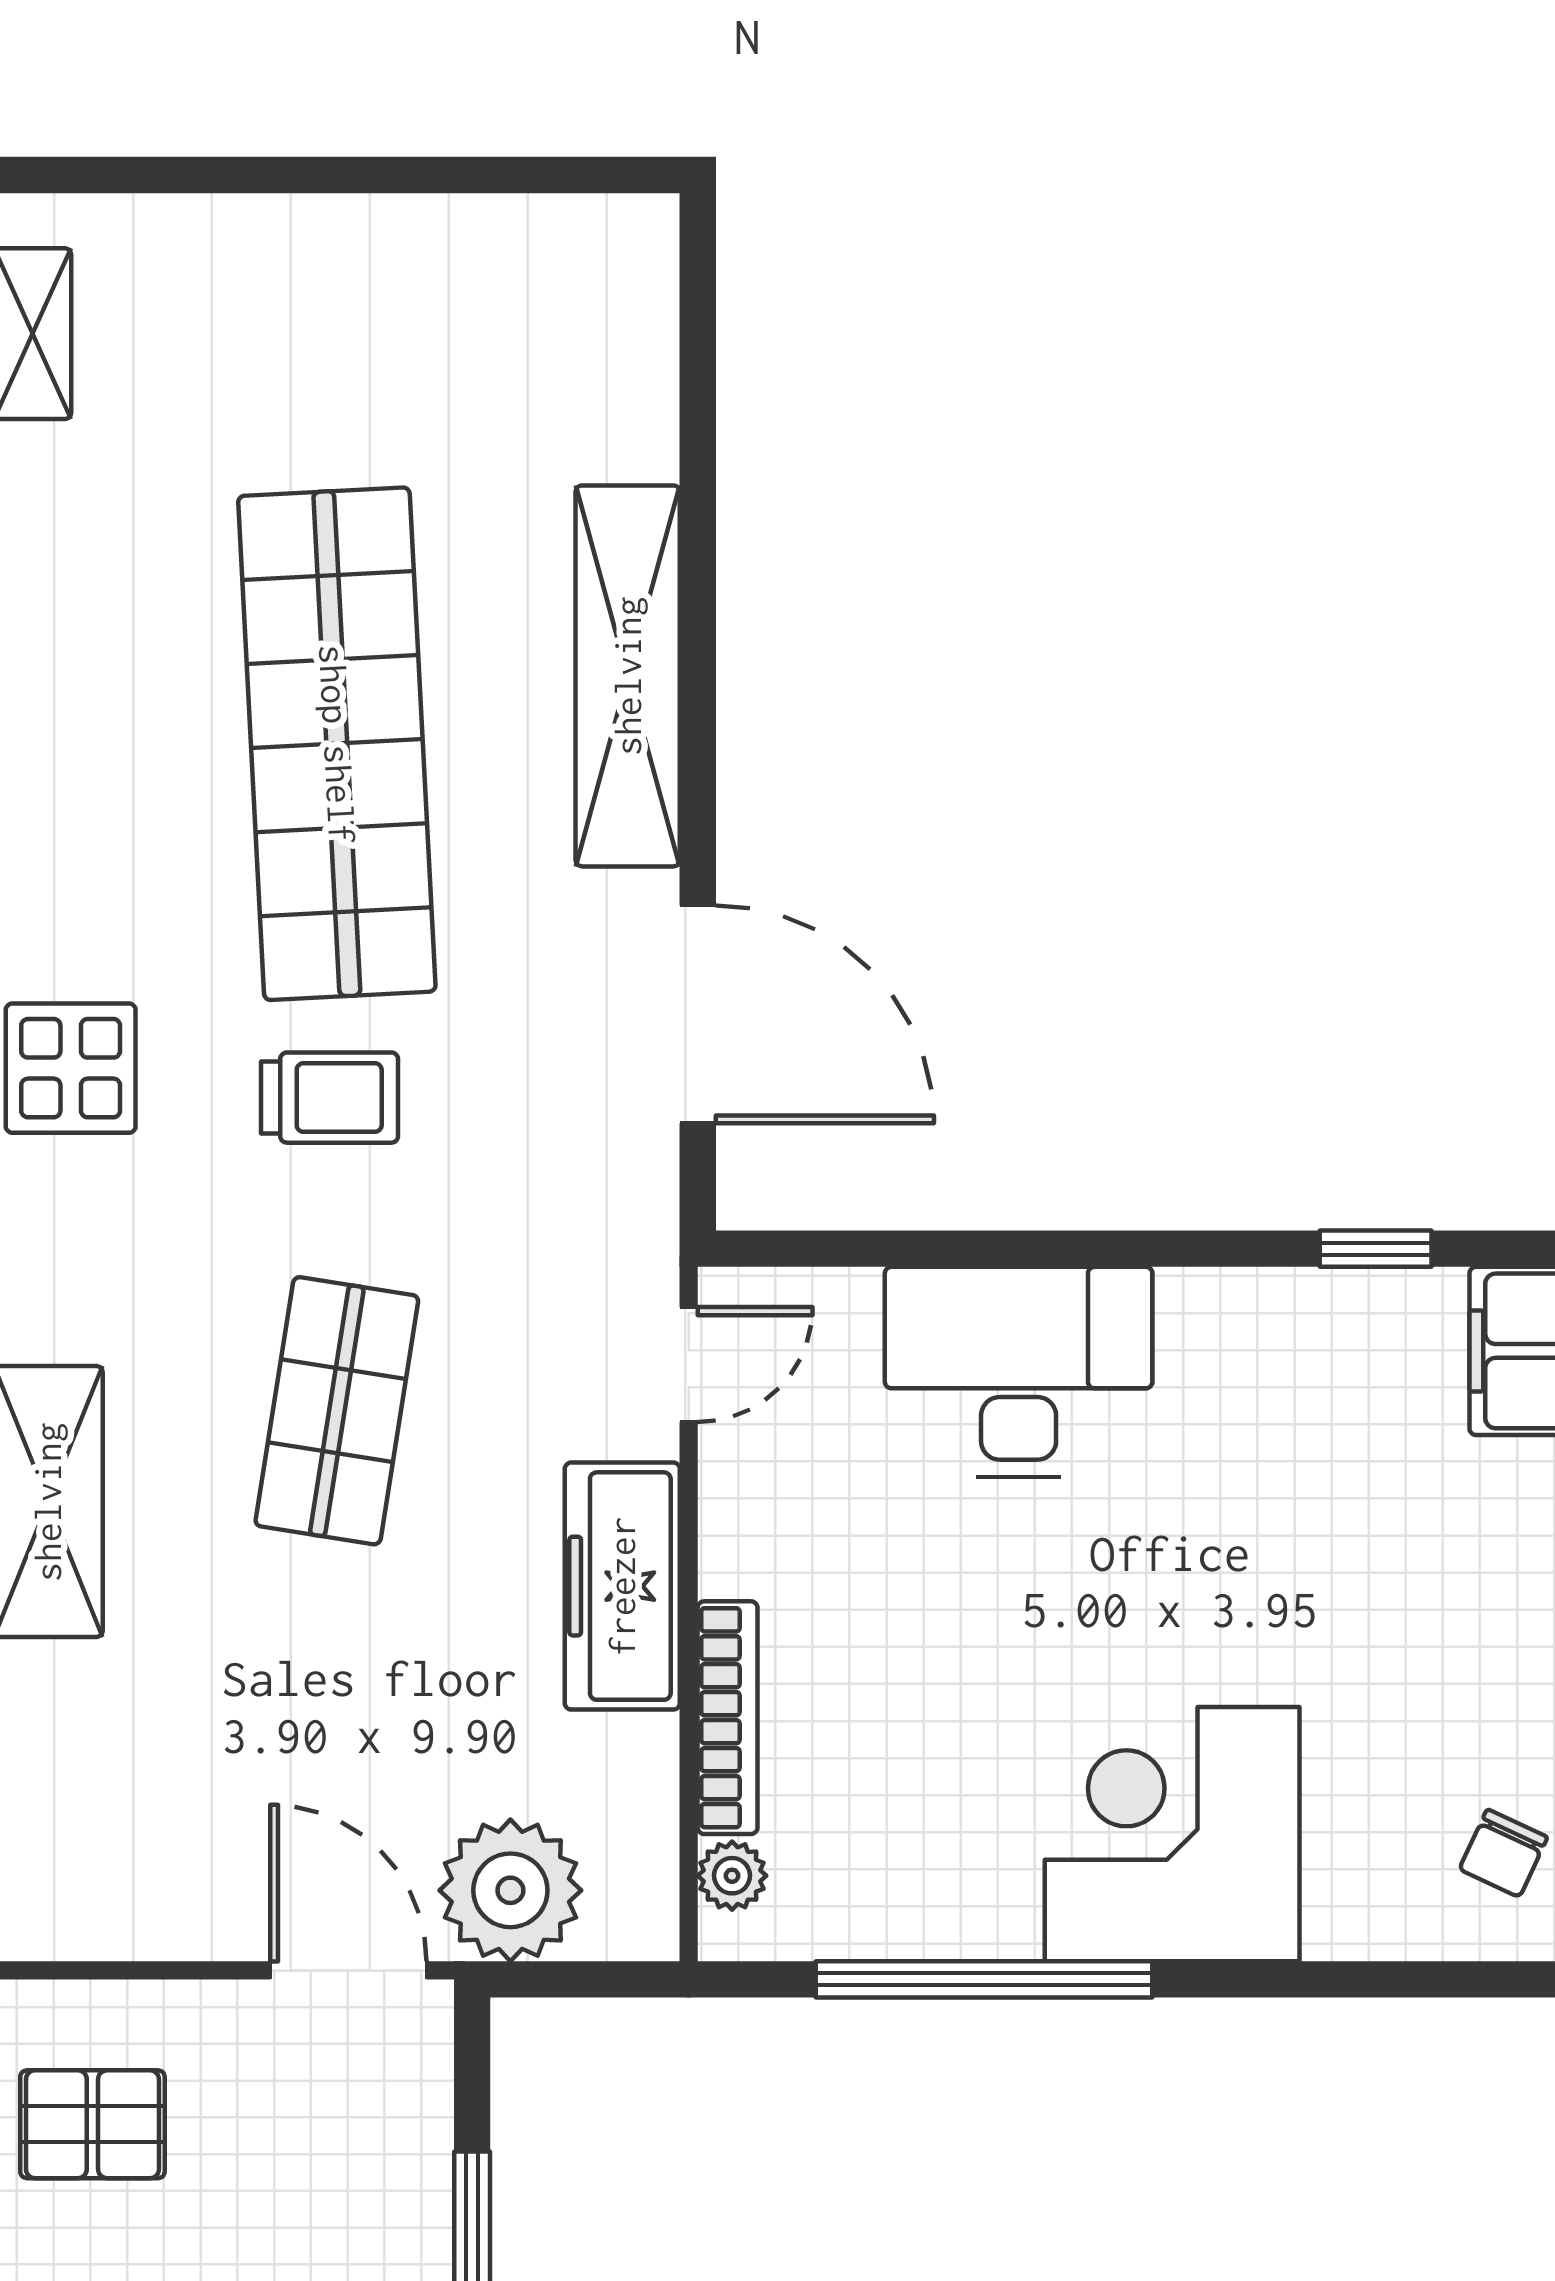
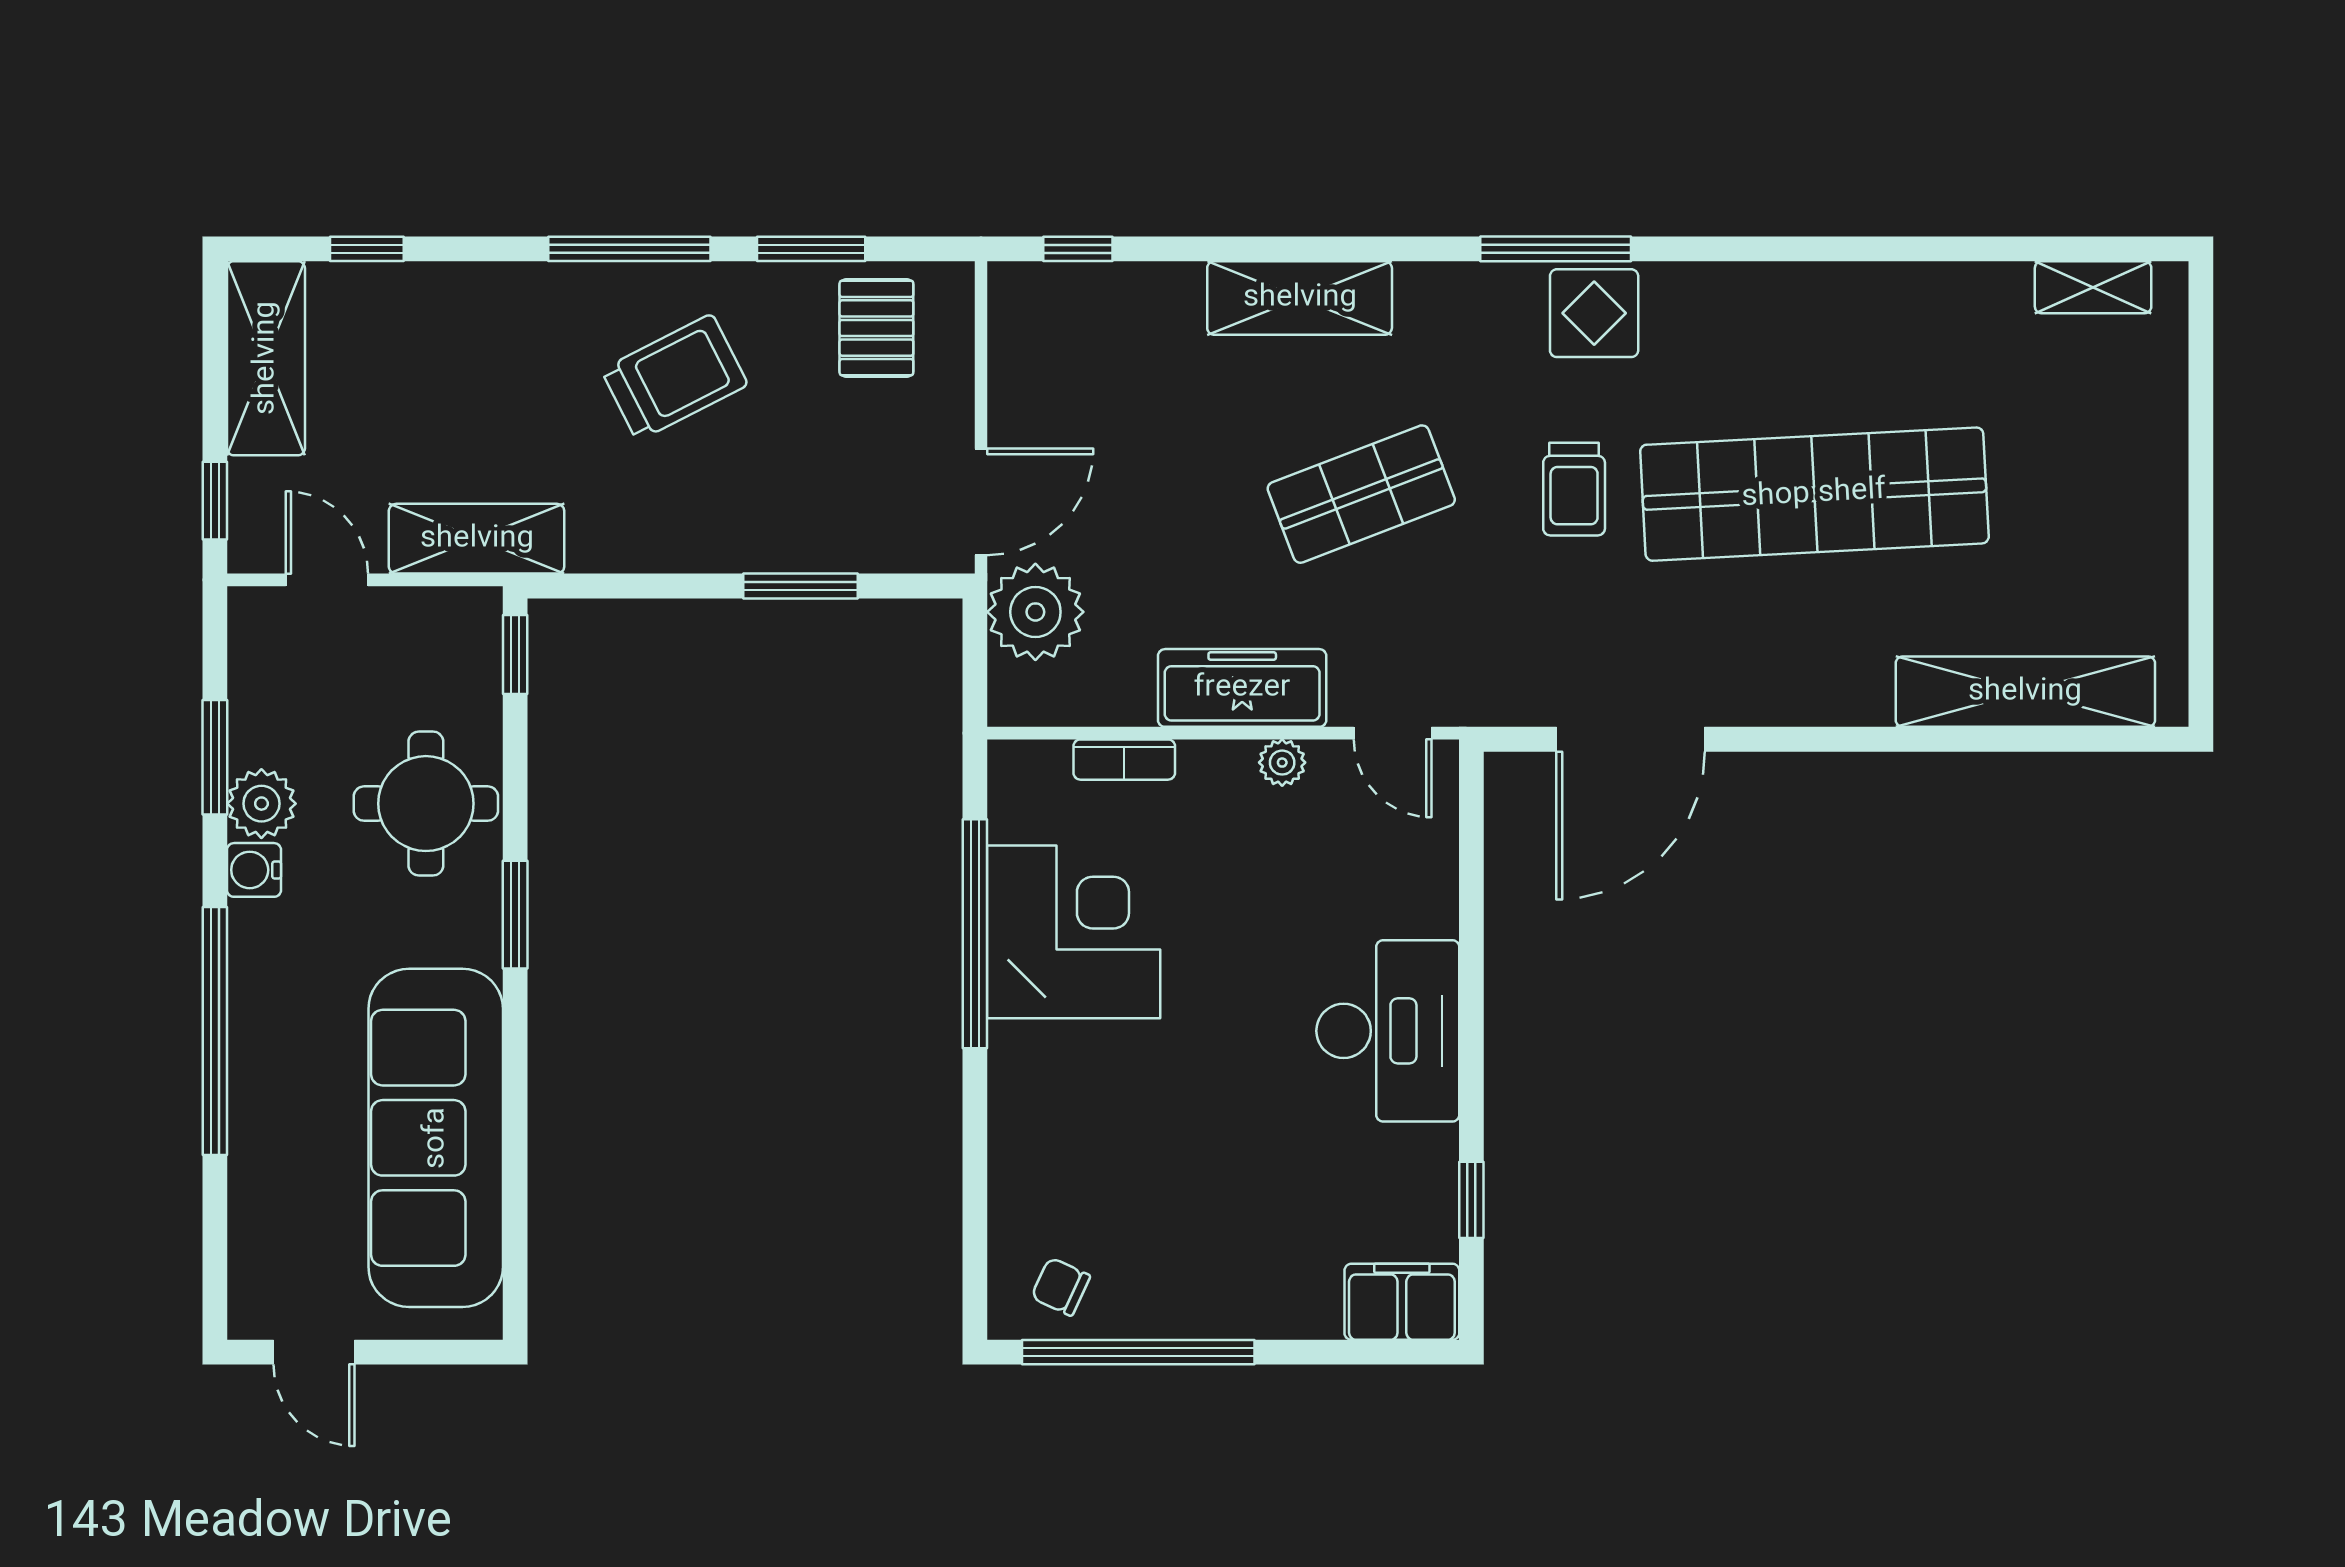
shelving: (628, 676) -> (2025, 692), moved
desk: (1019, 1372) -> (1388, 1031), moved
shop shelf: (337, 1411) -> (1361, 494), turned -30
bookcase: (728, 1718) -> (1124, 760), width x0.64
corner desk: (1172, 1834) -> (1074, 932), moved
plant: (732, 1876) -> (1282, 763), moved

